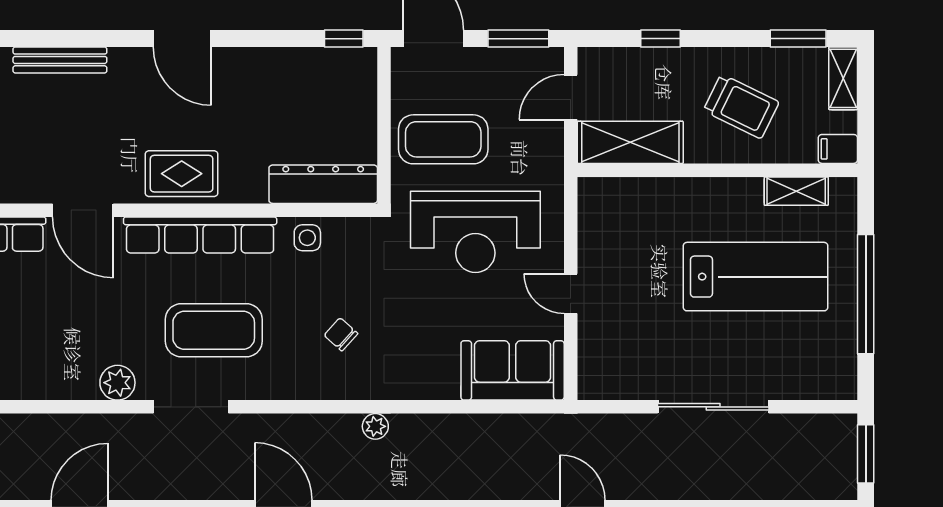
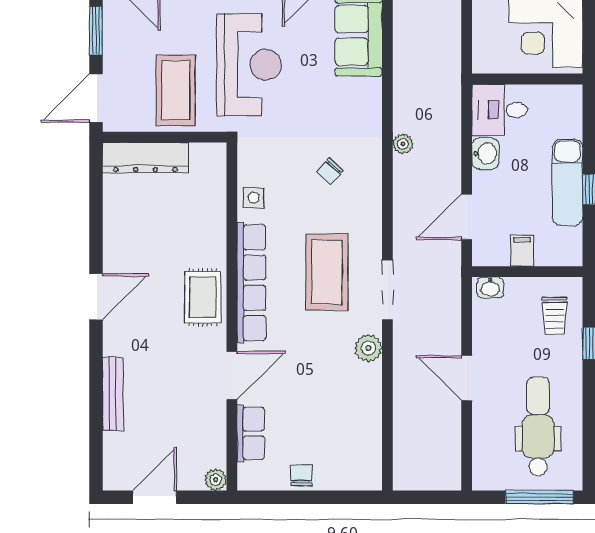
window: (344, 39) -> (96, 169), removed
dresser: (323, 184) -> (145, 158), moved, turned -90

